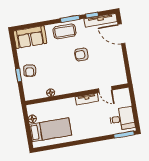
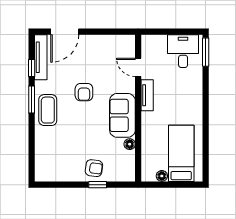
sofa: (30, 37) -> (122, 115), moved, turned 180
door: (105, 89) -> (138, 67), swing flipped

